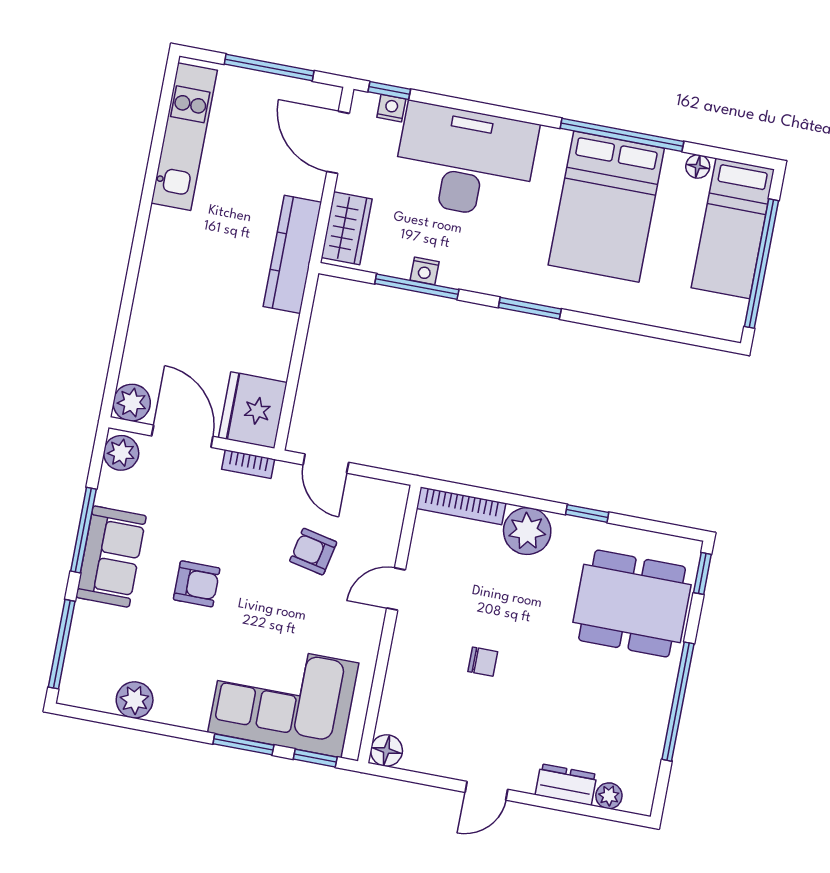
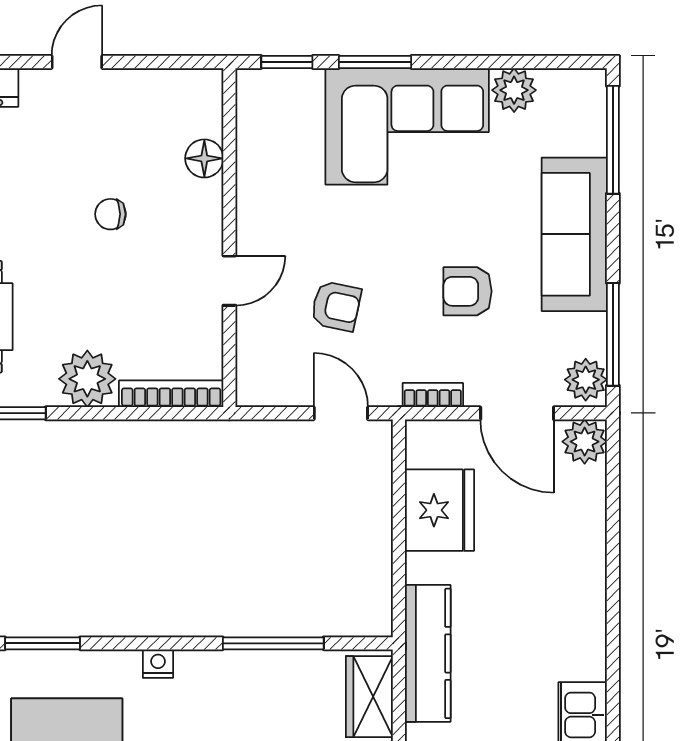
nightstand: (425, 271) -> (158, 664), moved
window: (530, 308) -> (43, 643), moved
fridge: (253, 410) -> (440, 510), moved
window: (83, 530) -> (613, 334), moved
sofa: (111, 557) -> (574, 234), width x1.36
armchair: (197, 584) -> (468, 291), moved
corner sofa: (283, 698) -> (407, 126), moved
floor lamp: (386, 750) -> (204, 158), moved

